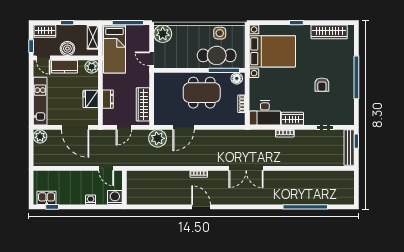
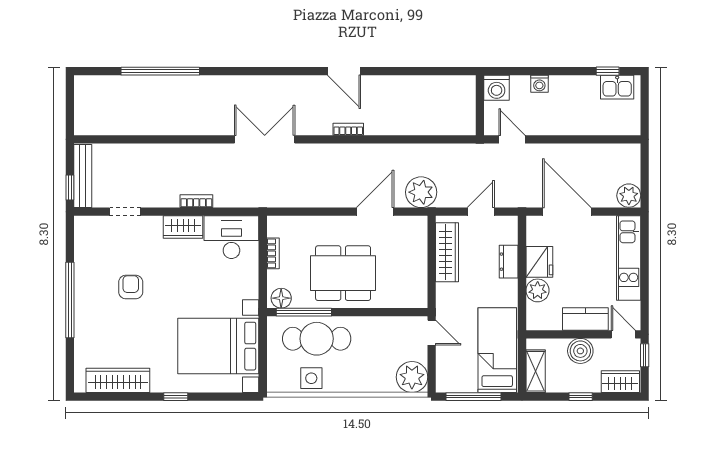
plant: (92, 67) -> (538, 290), moved

